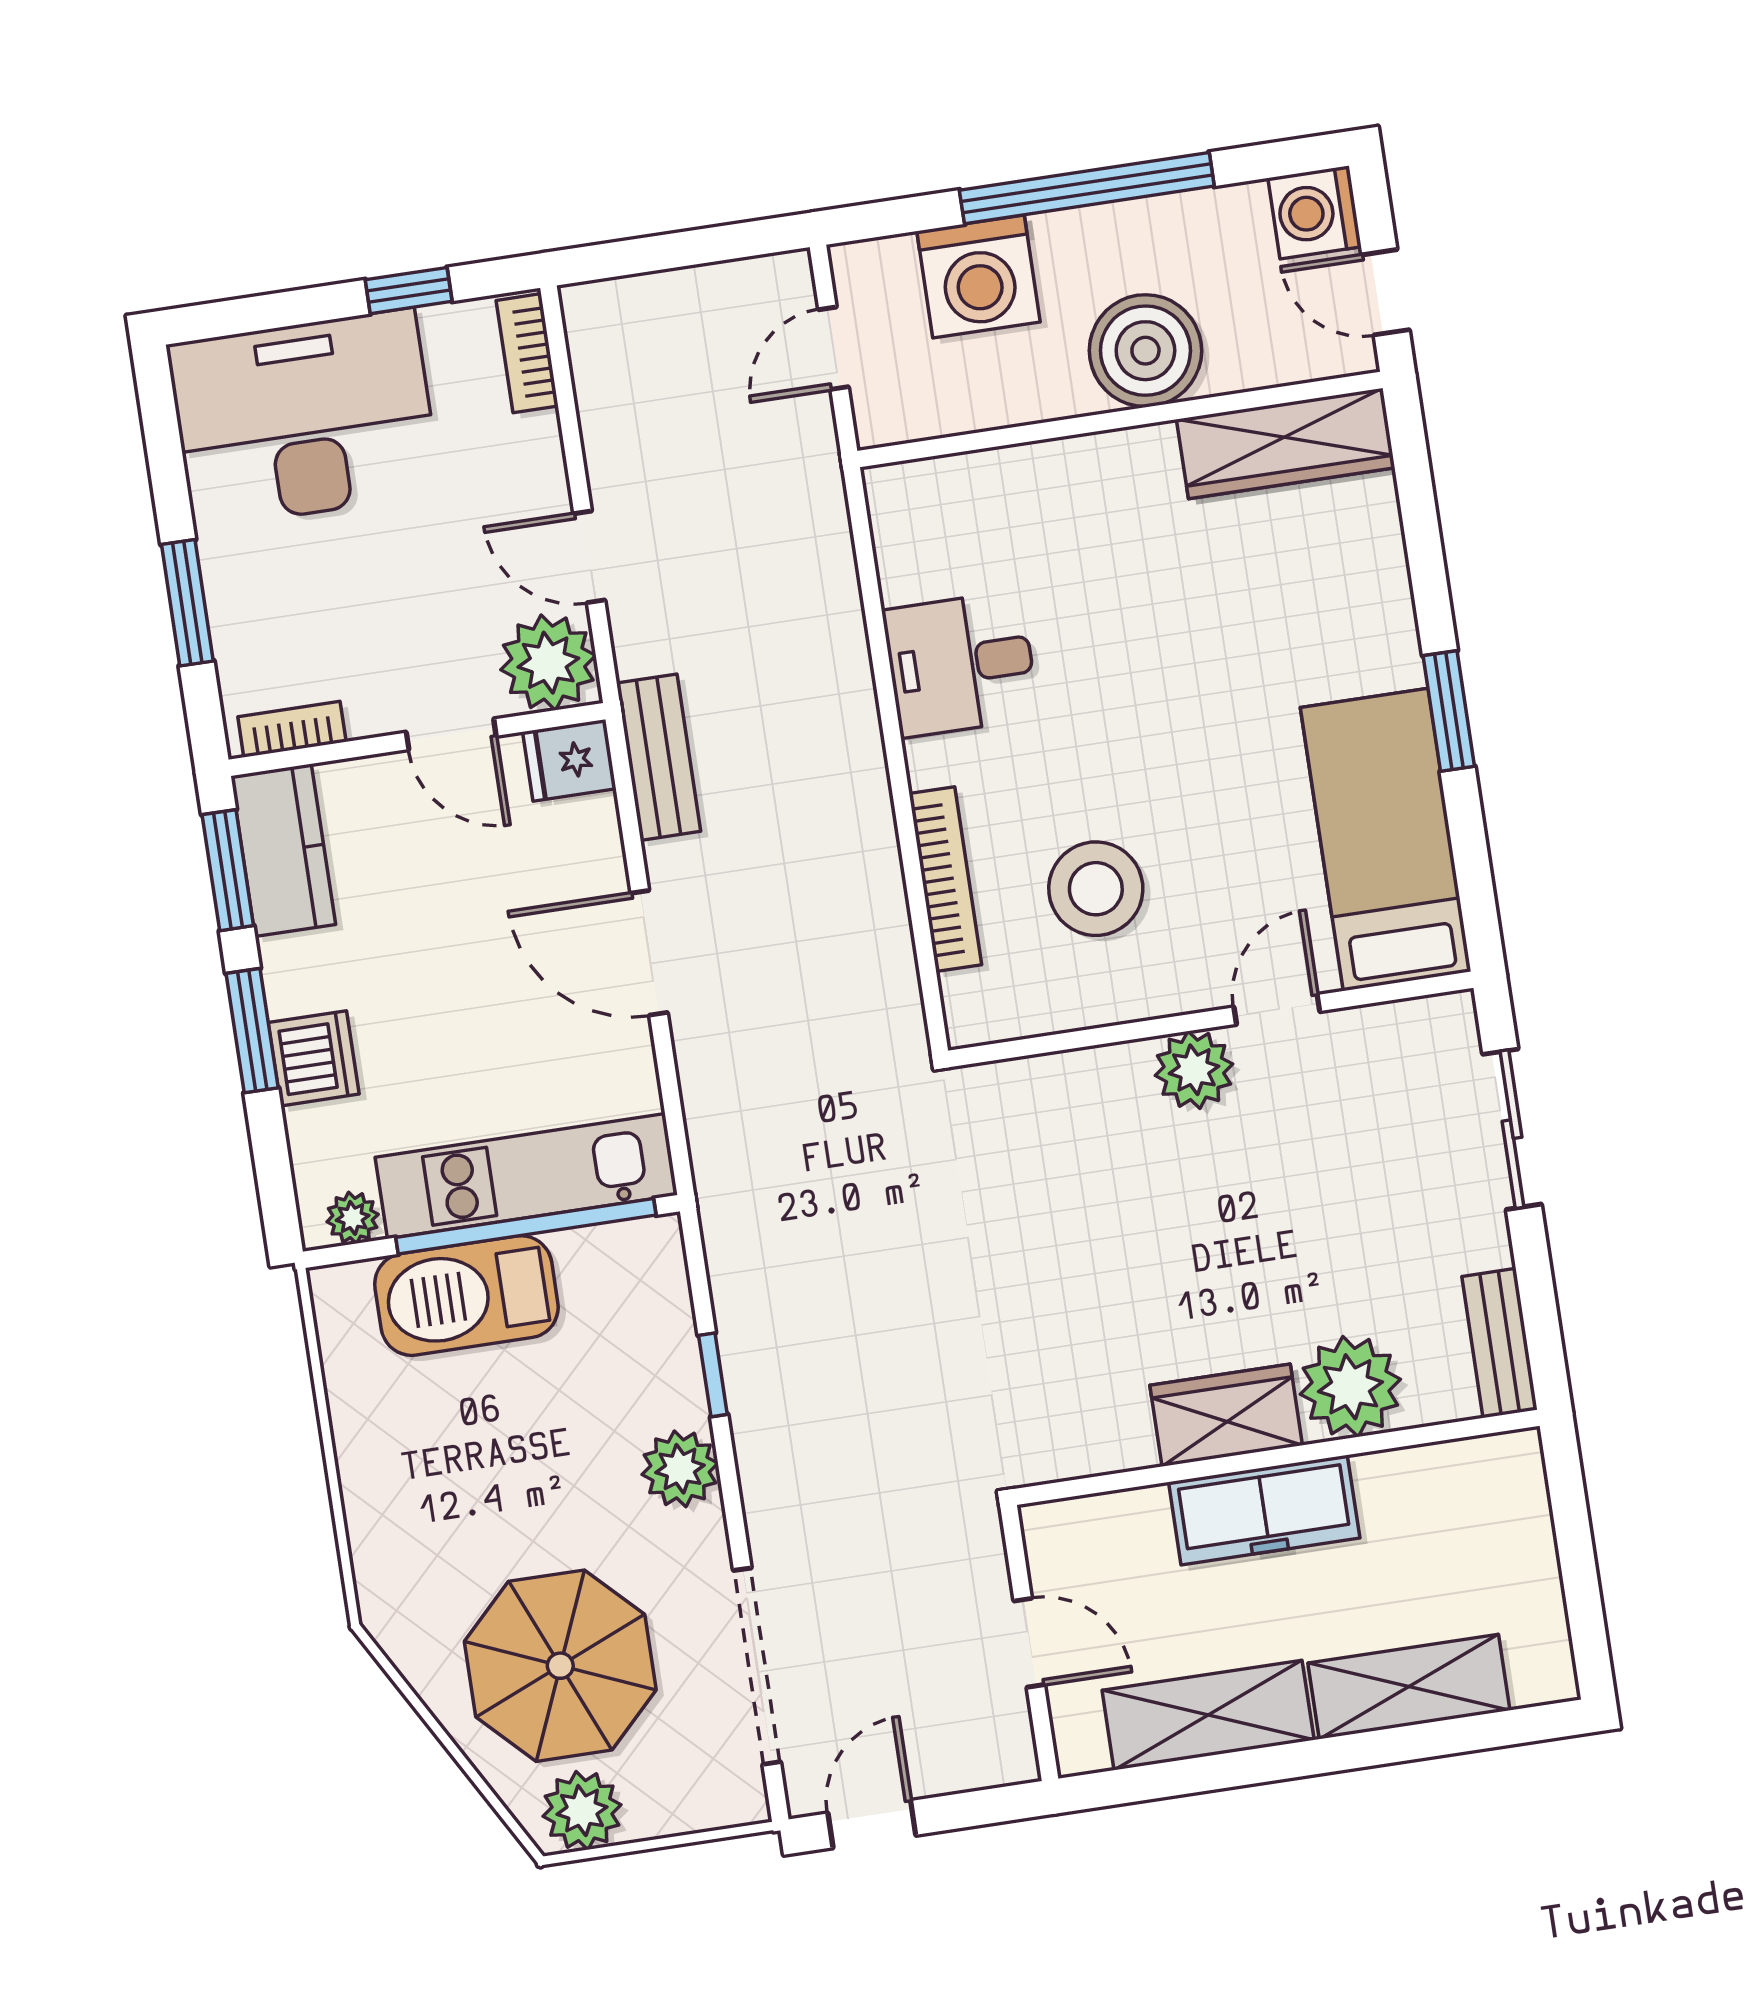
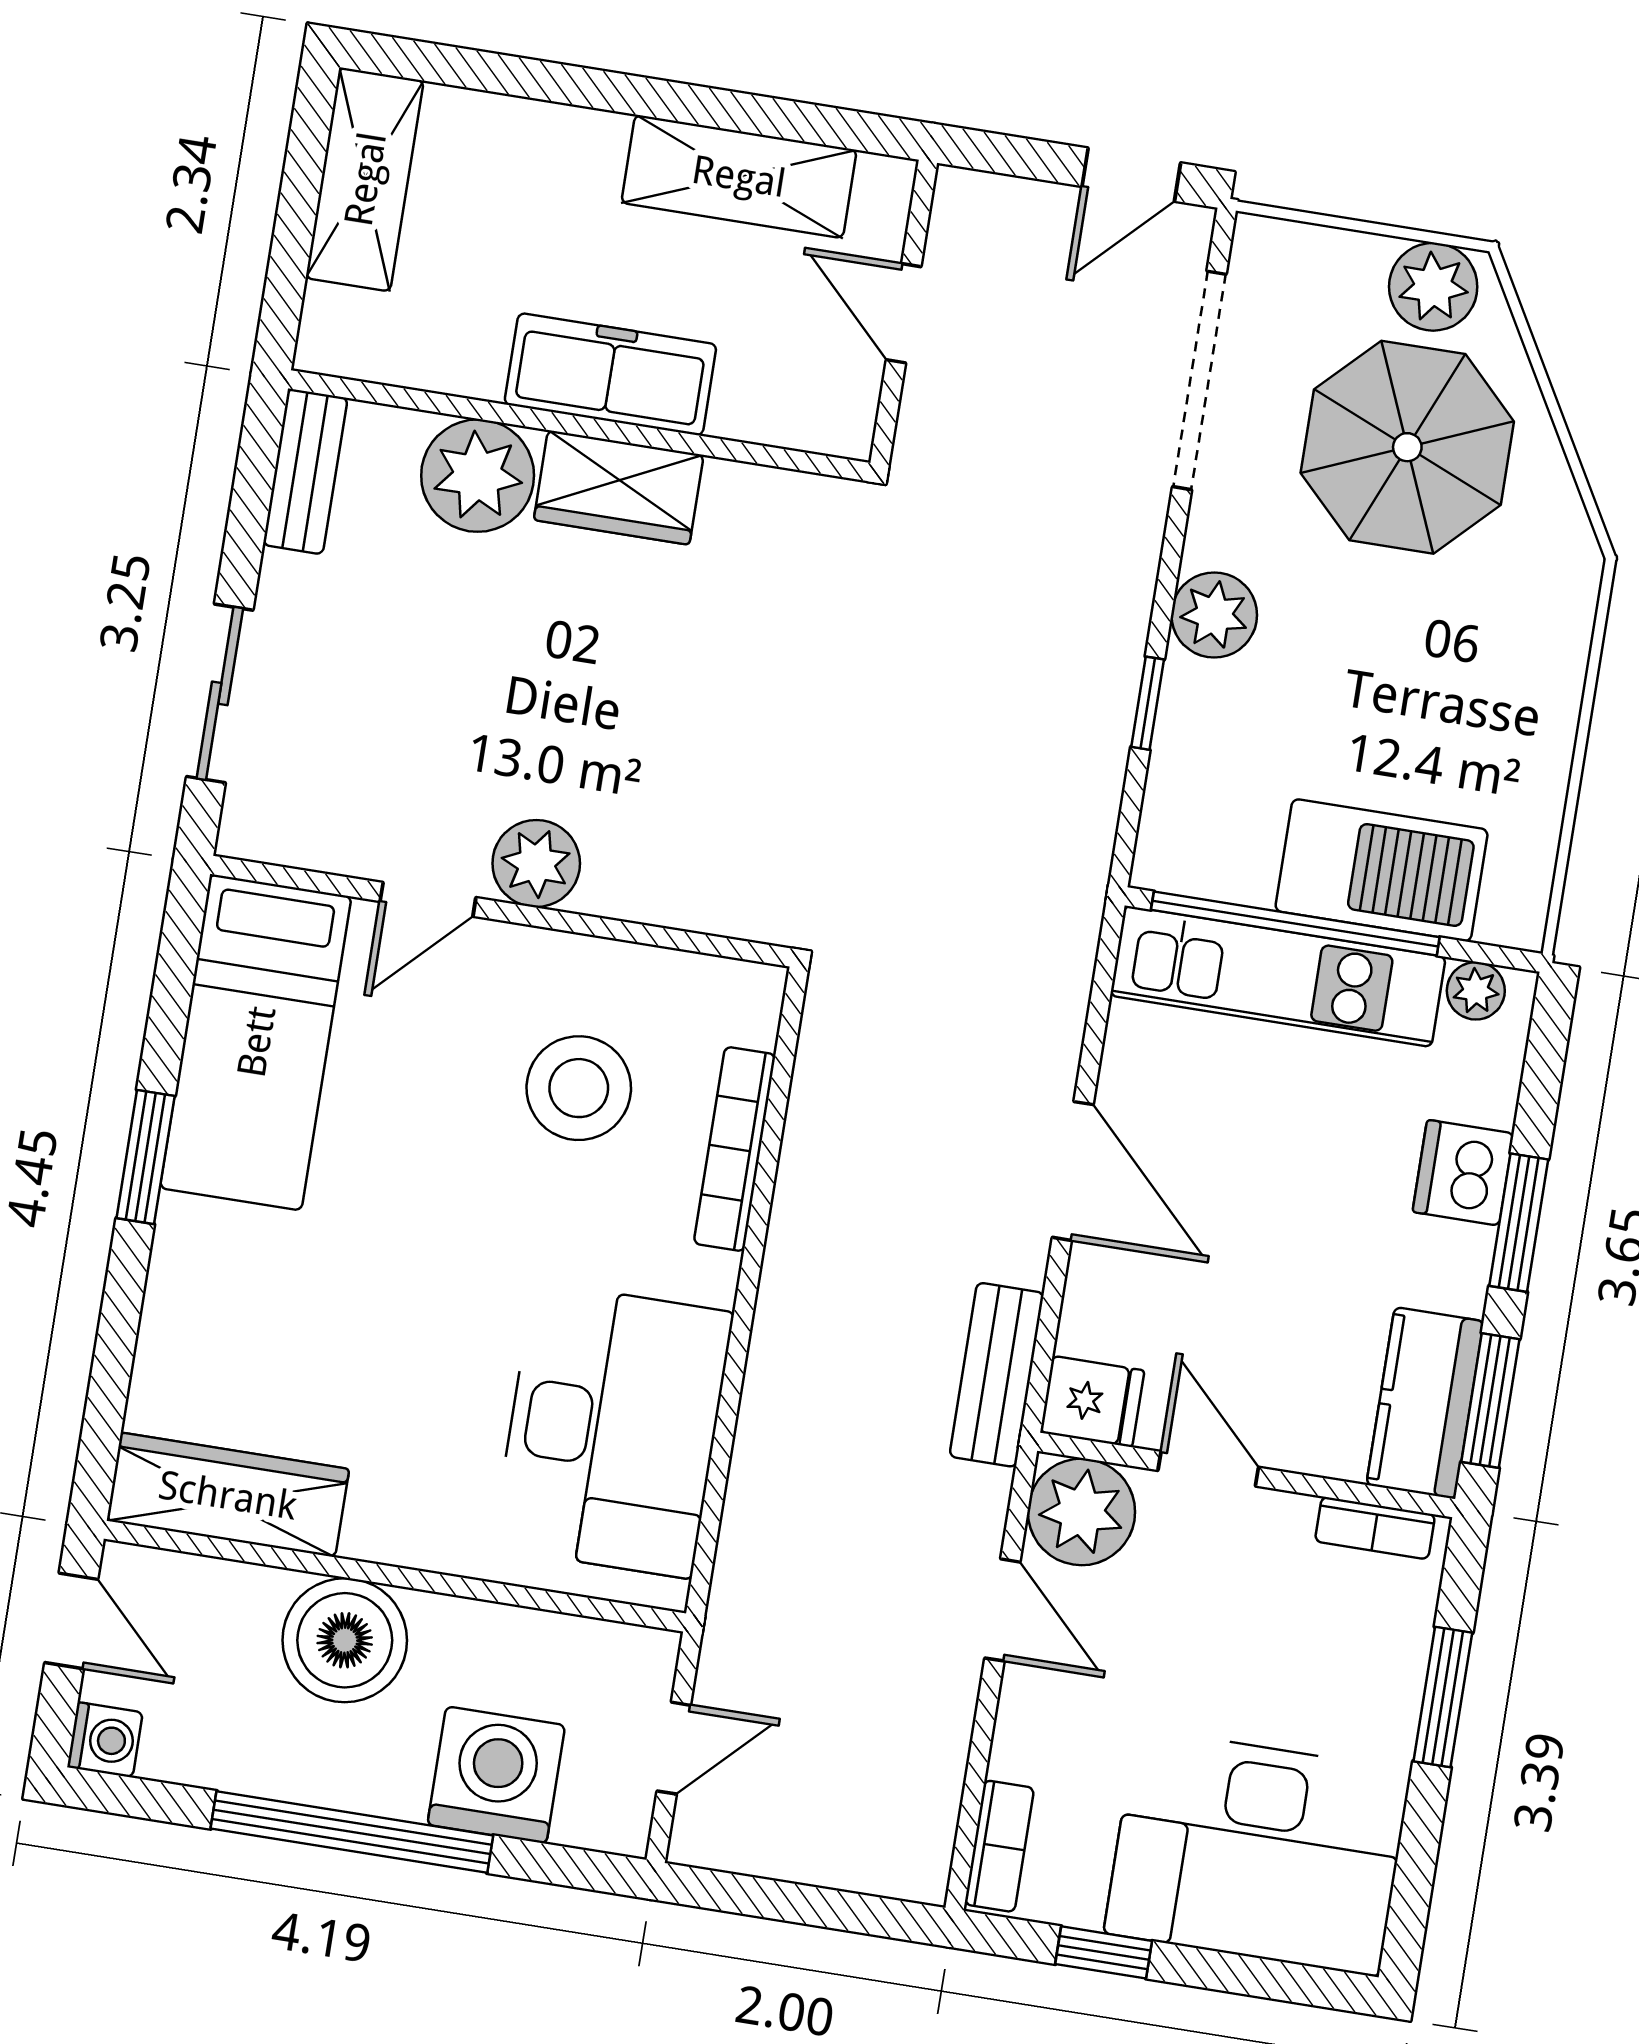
washing machine: (1315, 212) -> (105, 1740), width x0.73, depth x0.73
desk: (961, 664) -> (613, 1430), width x1.87, depth x1.30
shelving: (1409, 1687) -> (365, 179), moved, turned 90

